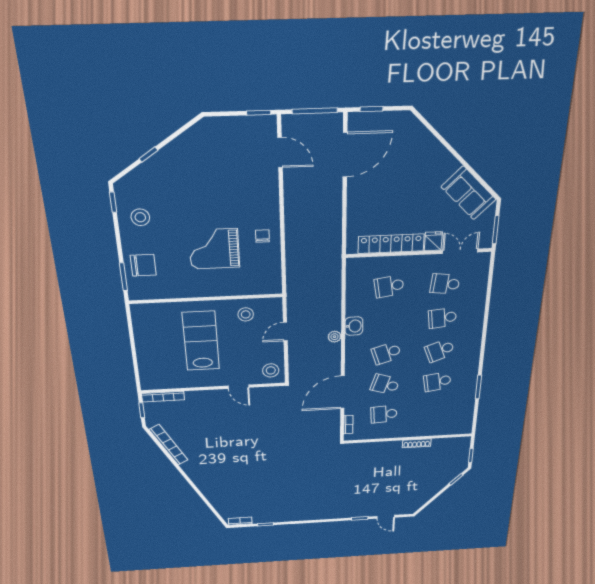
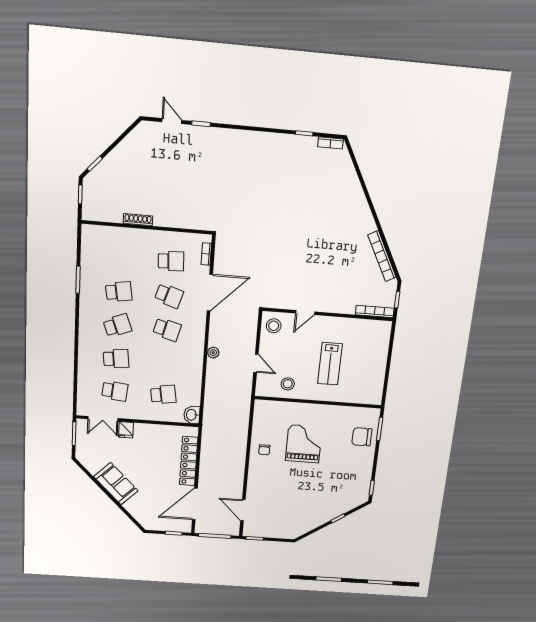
sofa: (469, 193) -> (116, 484), moved
stool: (140, 217) -> (355, 475), removed
locker: (391, 244) -> (189, 461), moved, turned 90
grand piano: (214, 249) -> (304, 444), turned -90
washbasin: (354, 326) -> (192, 415), moved
door: (285, 332) -> (256, 363), hinge flipped
lab bench: (201, 341) -> (330, 364), width x0.73, depth x0.72
school desk: (386, 353) -> (167, 329), turned 33
door: (239, 387) -> (305, 313), swing flipped

